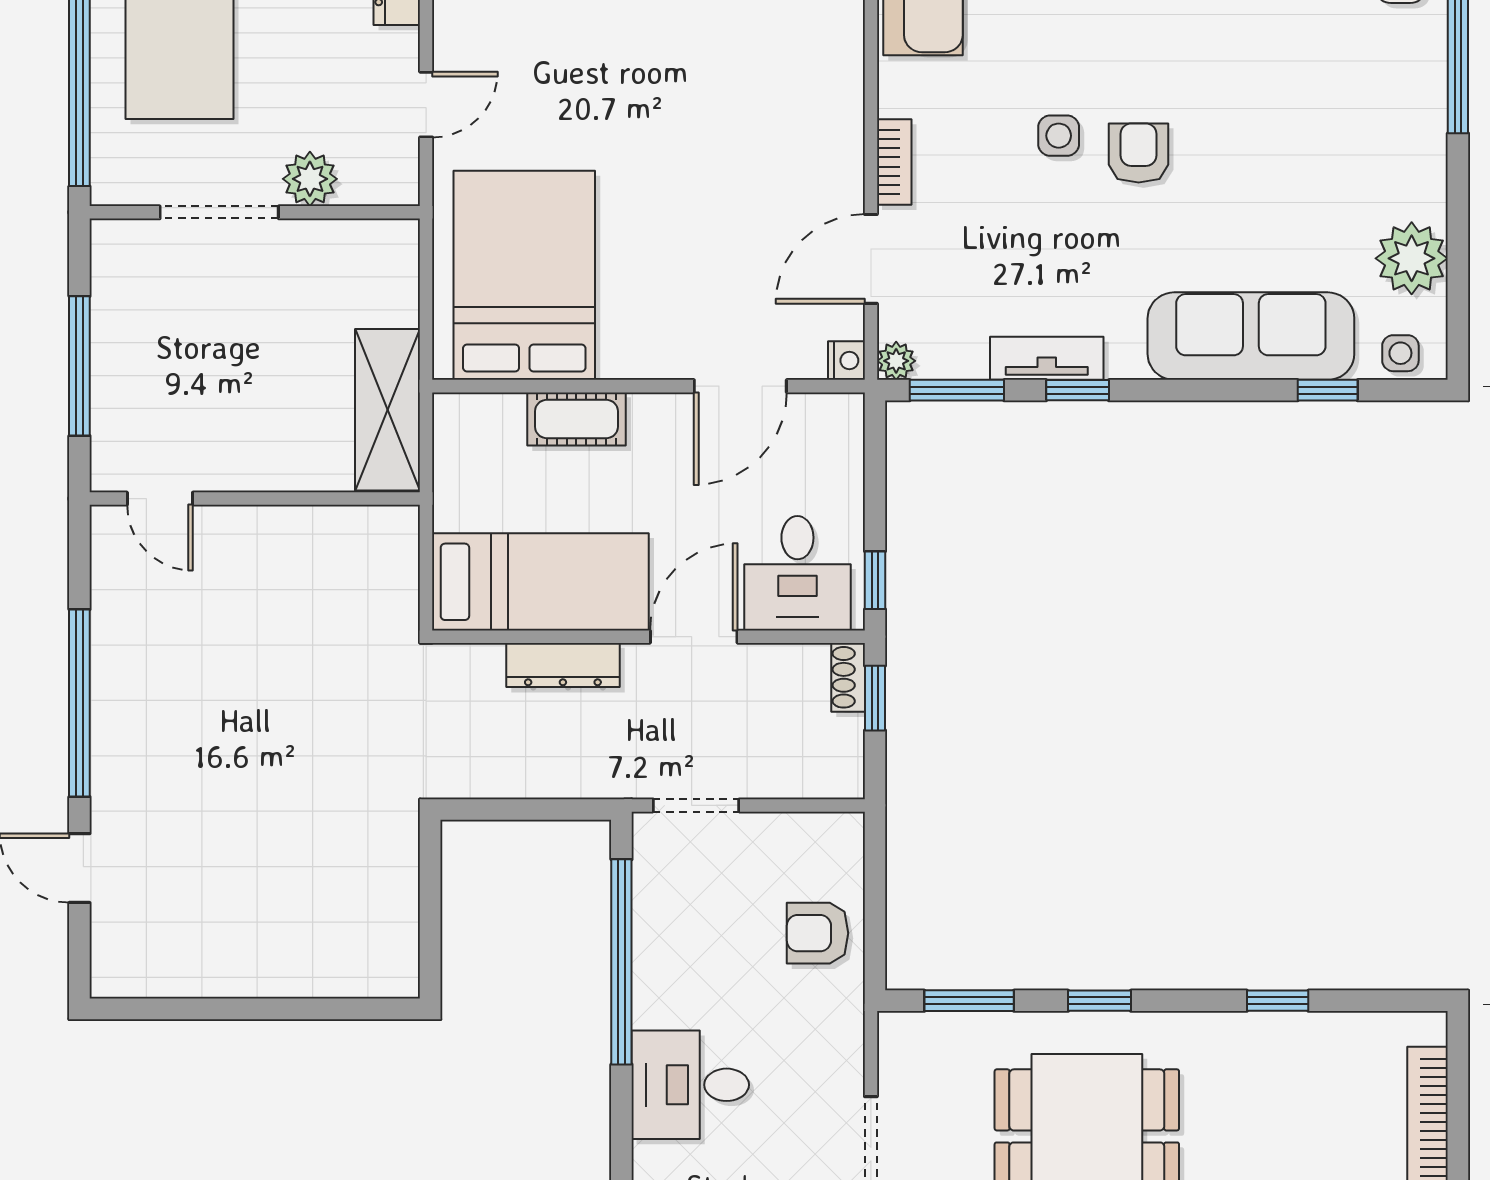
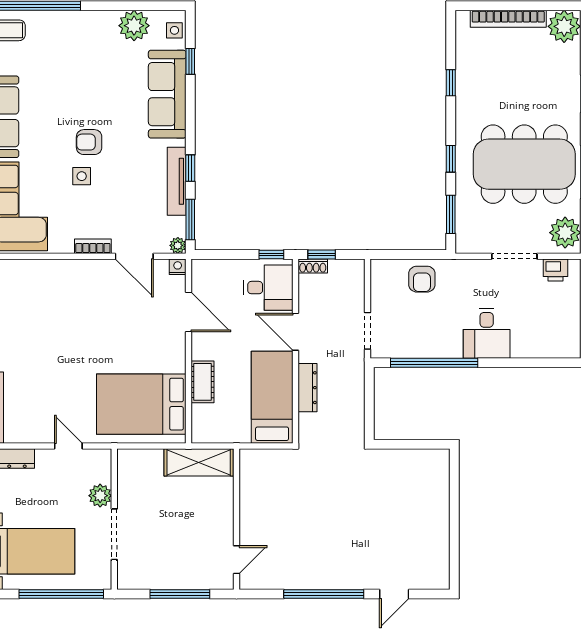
tv unit: (1047, 358) -> (177, 181), width x1.41

